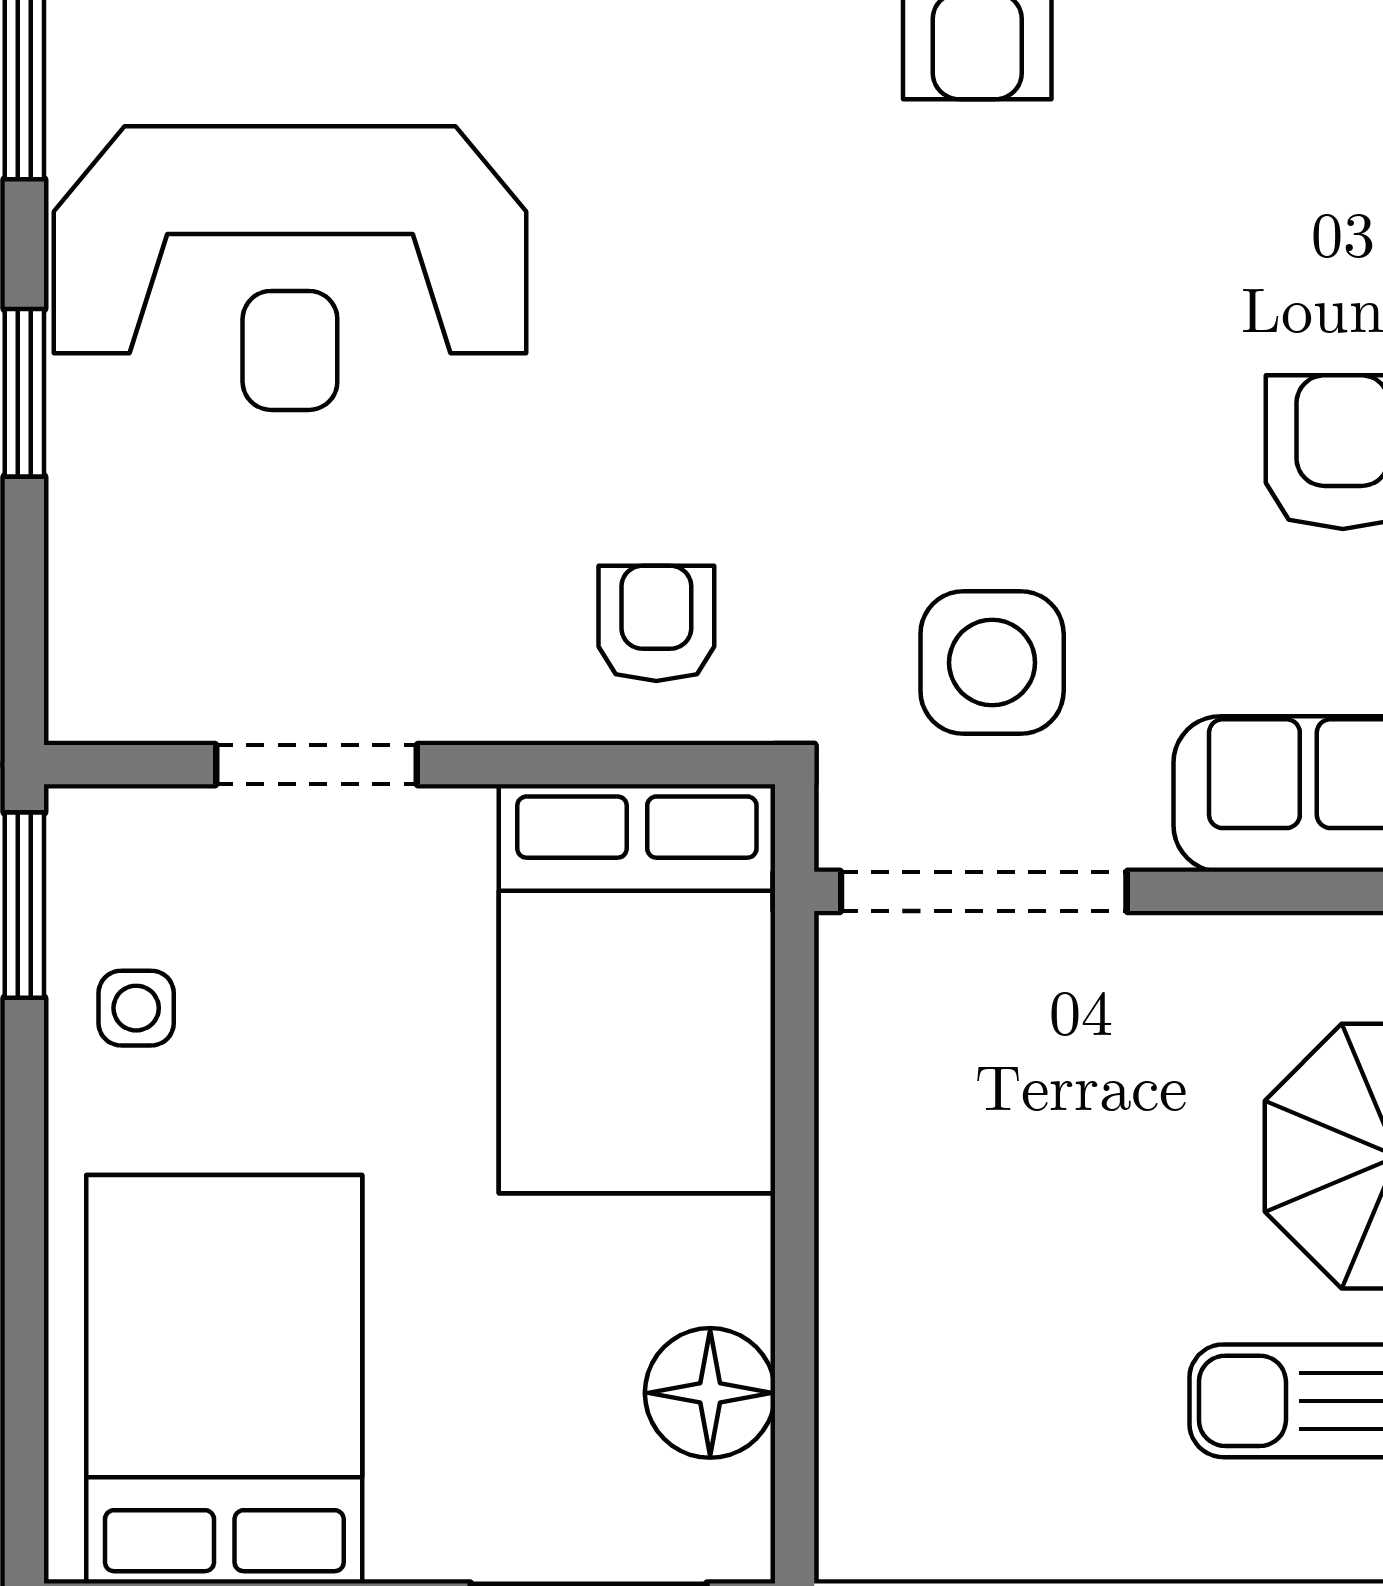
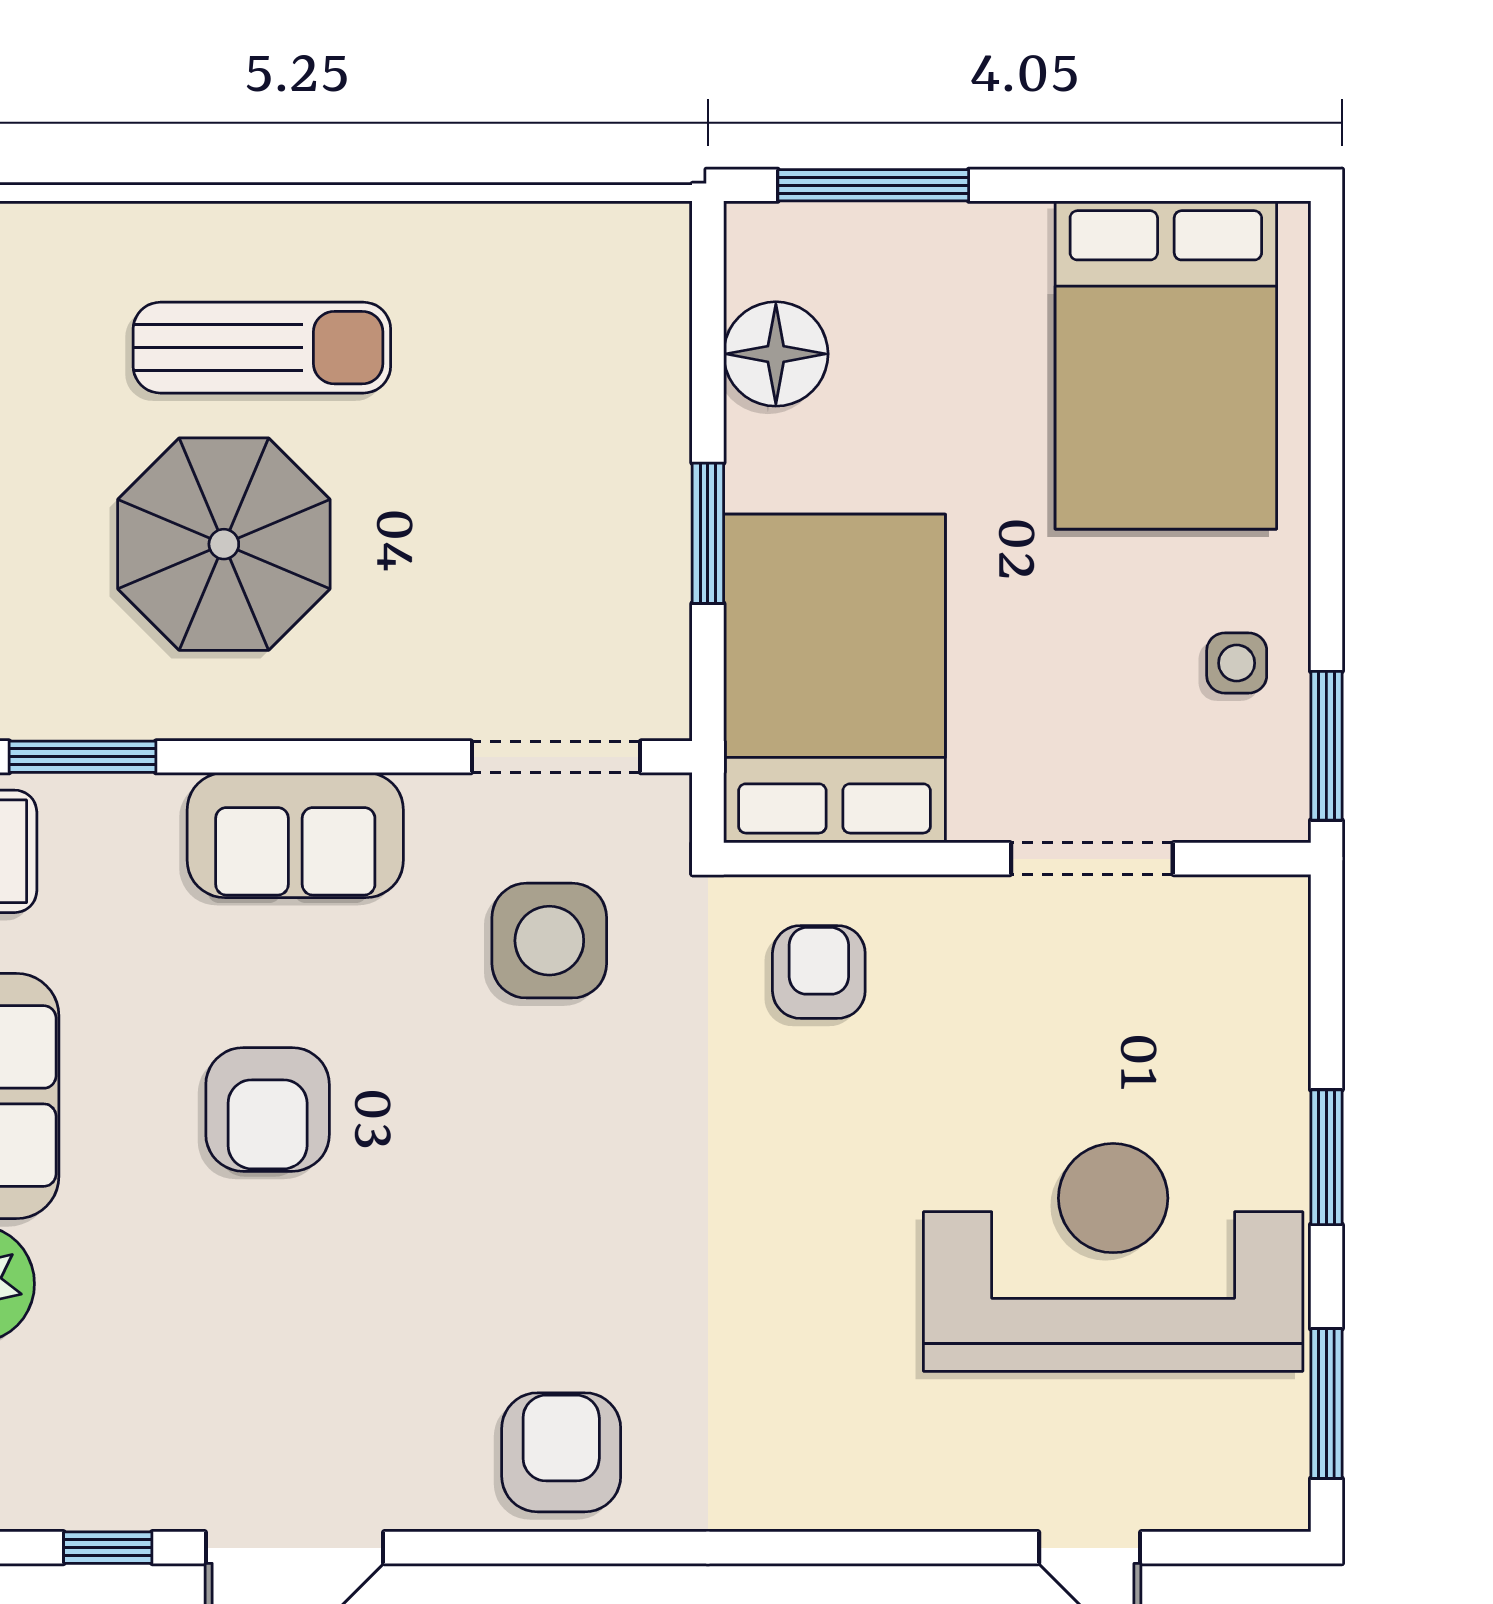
armchair: (656, 623) -> (819, 972), turned 180
doorway: (984, 891) -> (556, 757), width x0.73
window: (795, 1170) -> (708, 533), added

